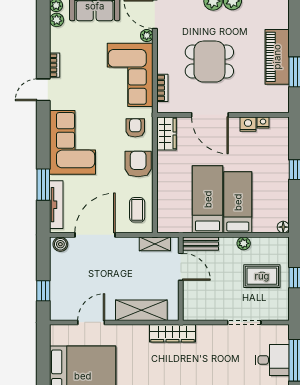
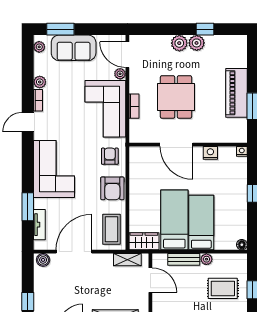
plant: (57, 20) -> (40, 82), moved
dining table: (209, 62) -> (176, 97), turned 90
bookcase: (162, 88) -> (134, 106), moved
nightstand: (263, 122) -> (242, 151), moved
wardrobe: (166, 134) -> (144, 241), moved, turned -90
armchair: (138, 164) -> (112, 188), turned 180
tv unit: (56, 205) -> (39, 225), width x0.71
coffee table: (137, 210) -> (112, 229), width x1.36, depth x1.30
bench: (200, 244) -> (184, 259), moved

